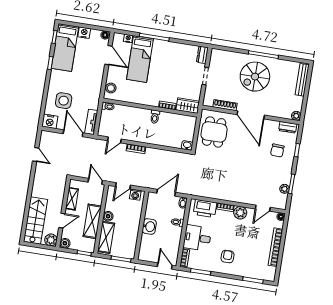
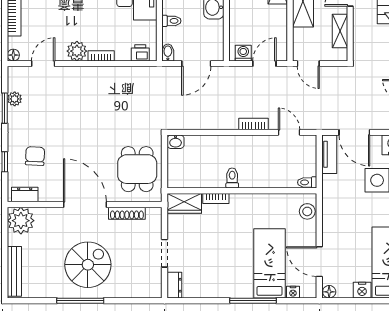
plant: (296, 116) -> (21, 221), width x1.88, depth x1.88
door: (114, 140) -> (289, 132), hinge flipped
printer: (205, 208) -> (140, 53), width x0.53, depth x0.68
boiler: (108, 216) -> (280, 13), removed

